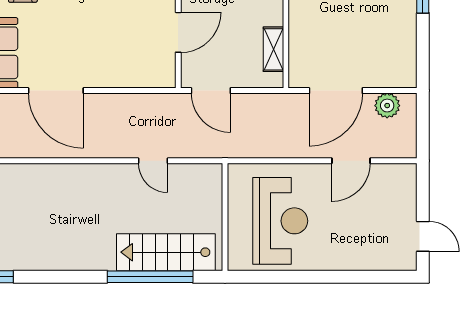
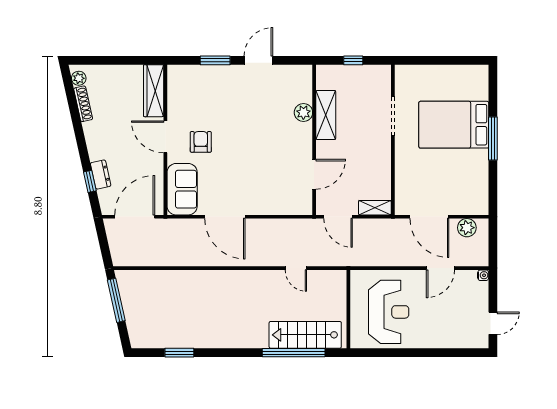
shelving: (273, 49) -> (375, 208), moved, turned 90
door: (336, 91) -> (429, 217), hinge flipped
water cooler: (409, 171) -> (483, 275), added
door: (423, 236) -> (493, 323), hinge flipped

